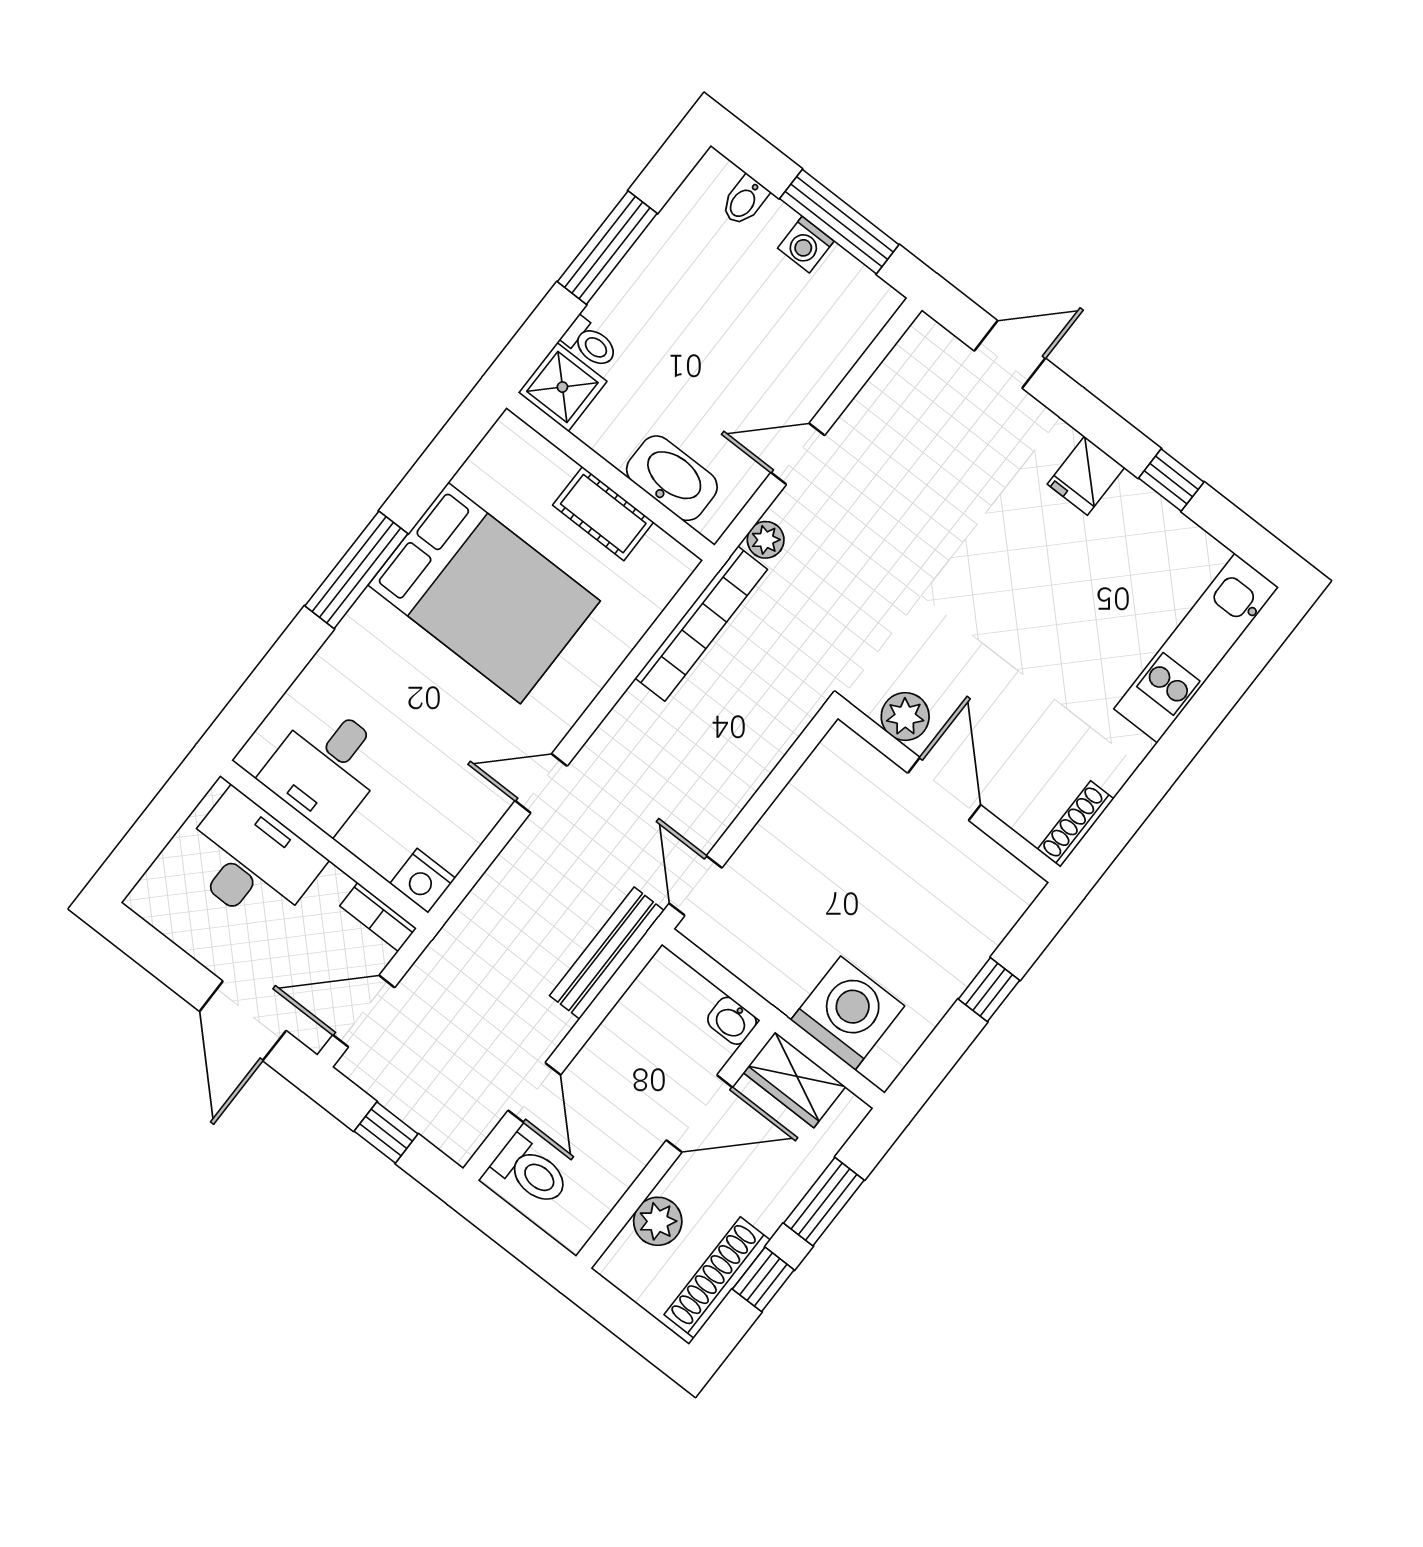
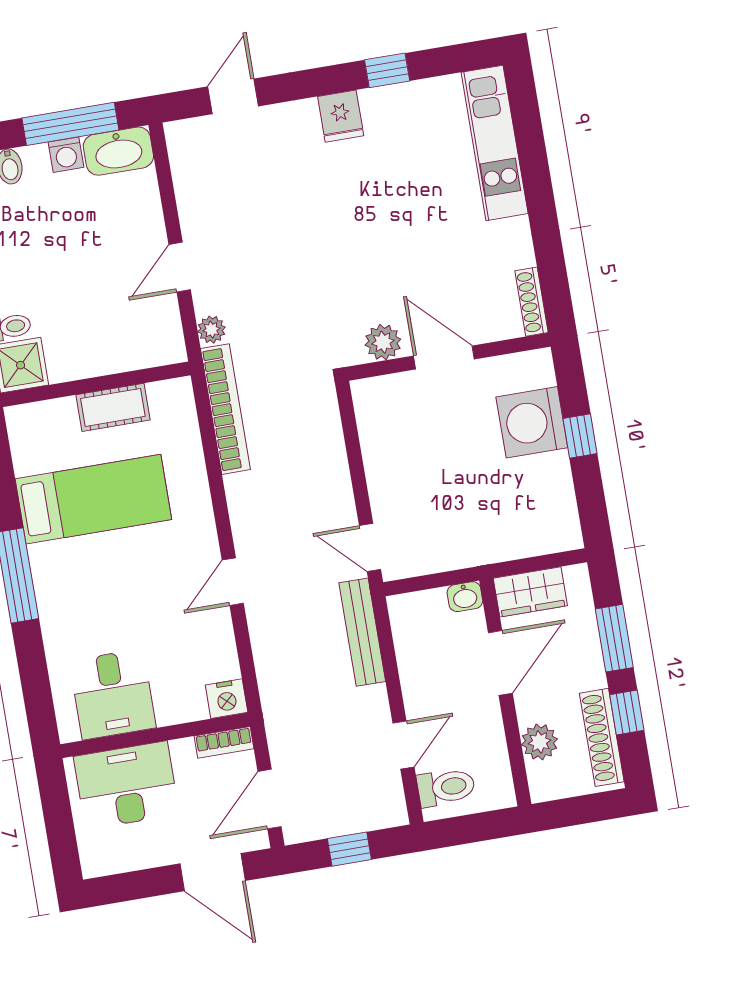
washbasin: (672, 478) -> (118, 151), moved, turned 180
bed: (484, 593) -> (93, 499), width x0.67
washing machine: (848, 1013) -> (532, 422), moved, turned -90
door: (534, 1093) -> (403, 745), hinge flipped

